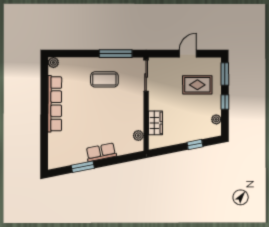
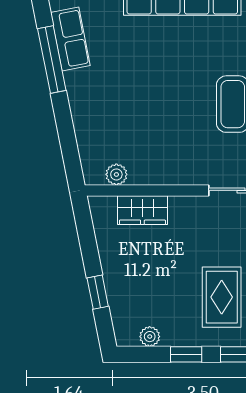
row of seats: (101, 152) -> (70, 39), moved
window: (83, 167) -> (52, 59), width x1.44

